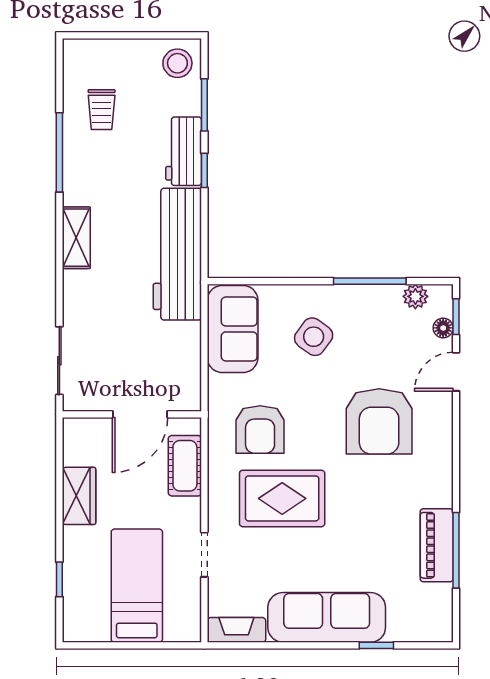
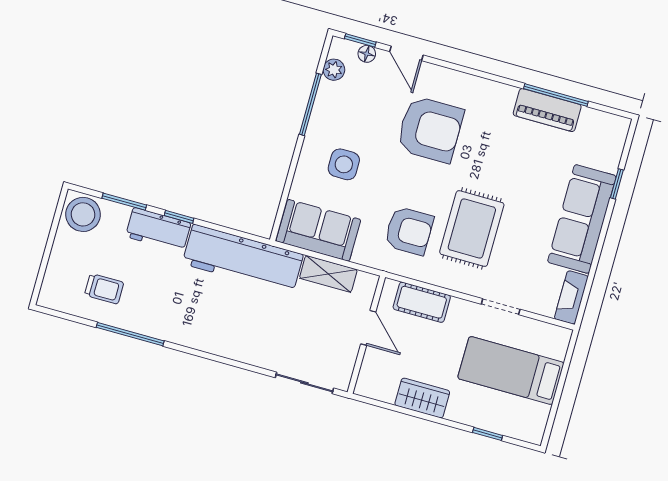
stool: (177, 63) -> (83, 214), width x1.38, depth x1.38
shelving: (76, 238) -> (328, 274), moved
side table: (314, 337) -> (344, 164), turned -36
door: (140, 414) -> (368, 328), width x0.73

